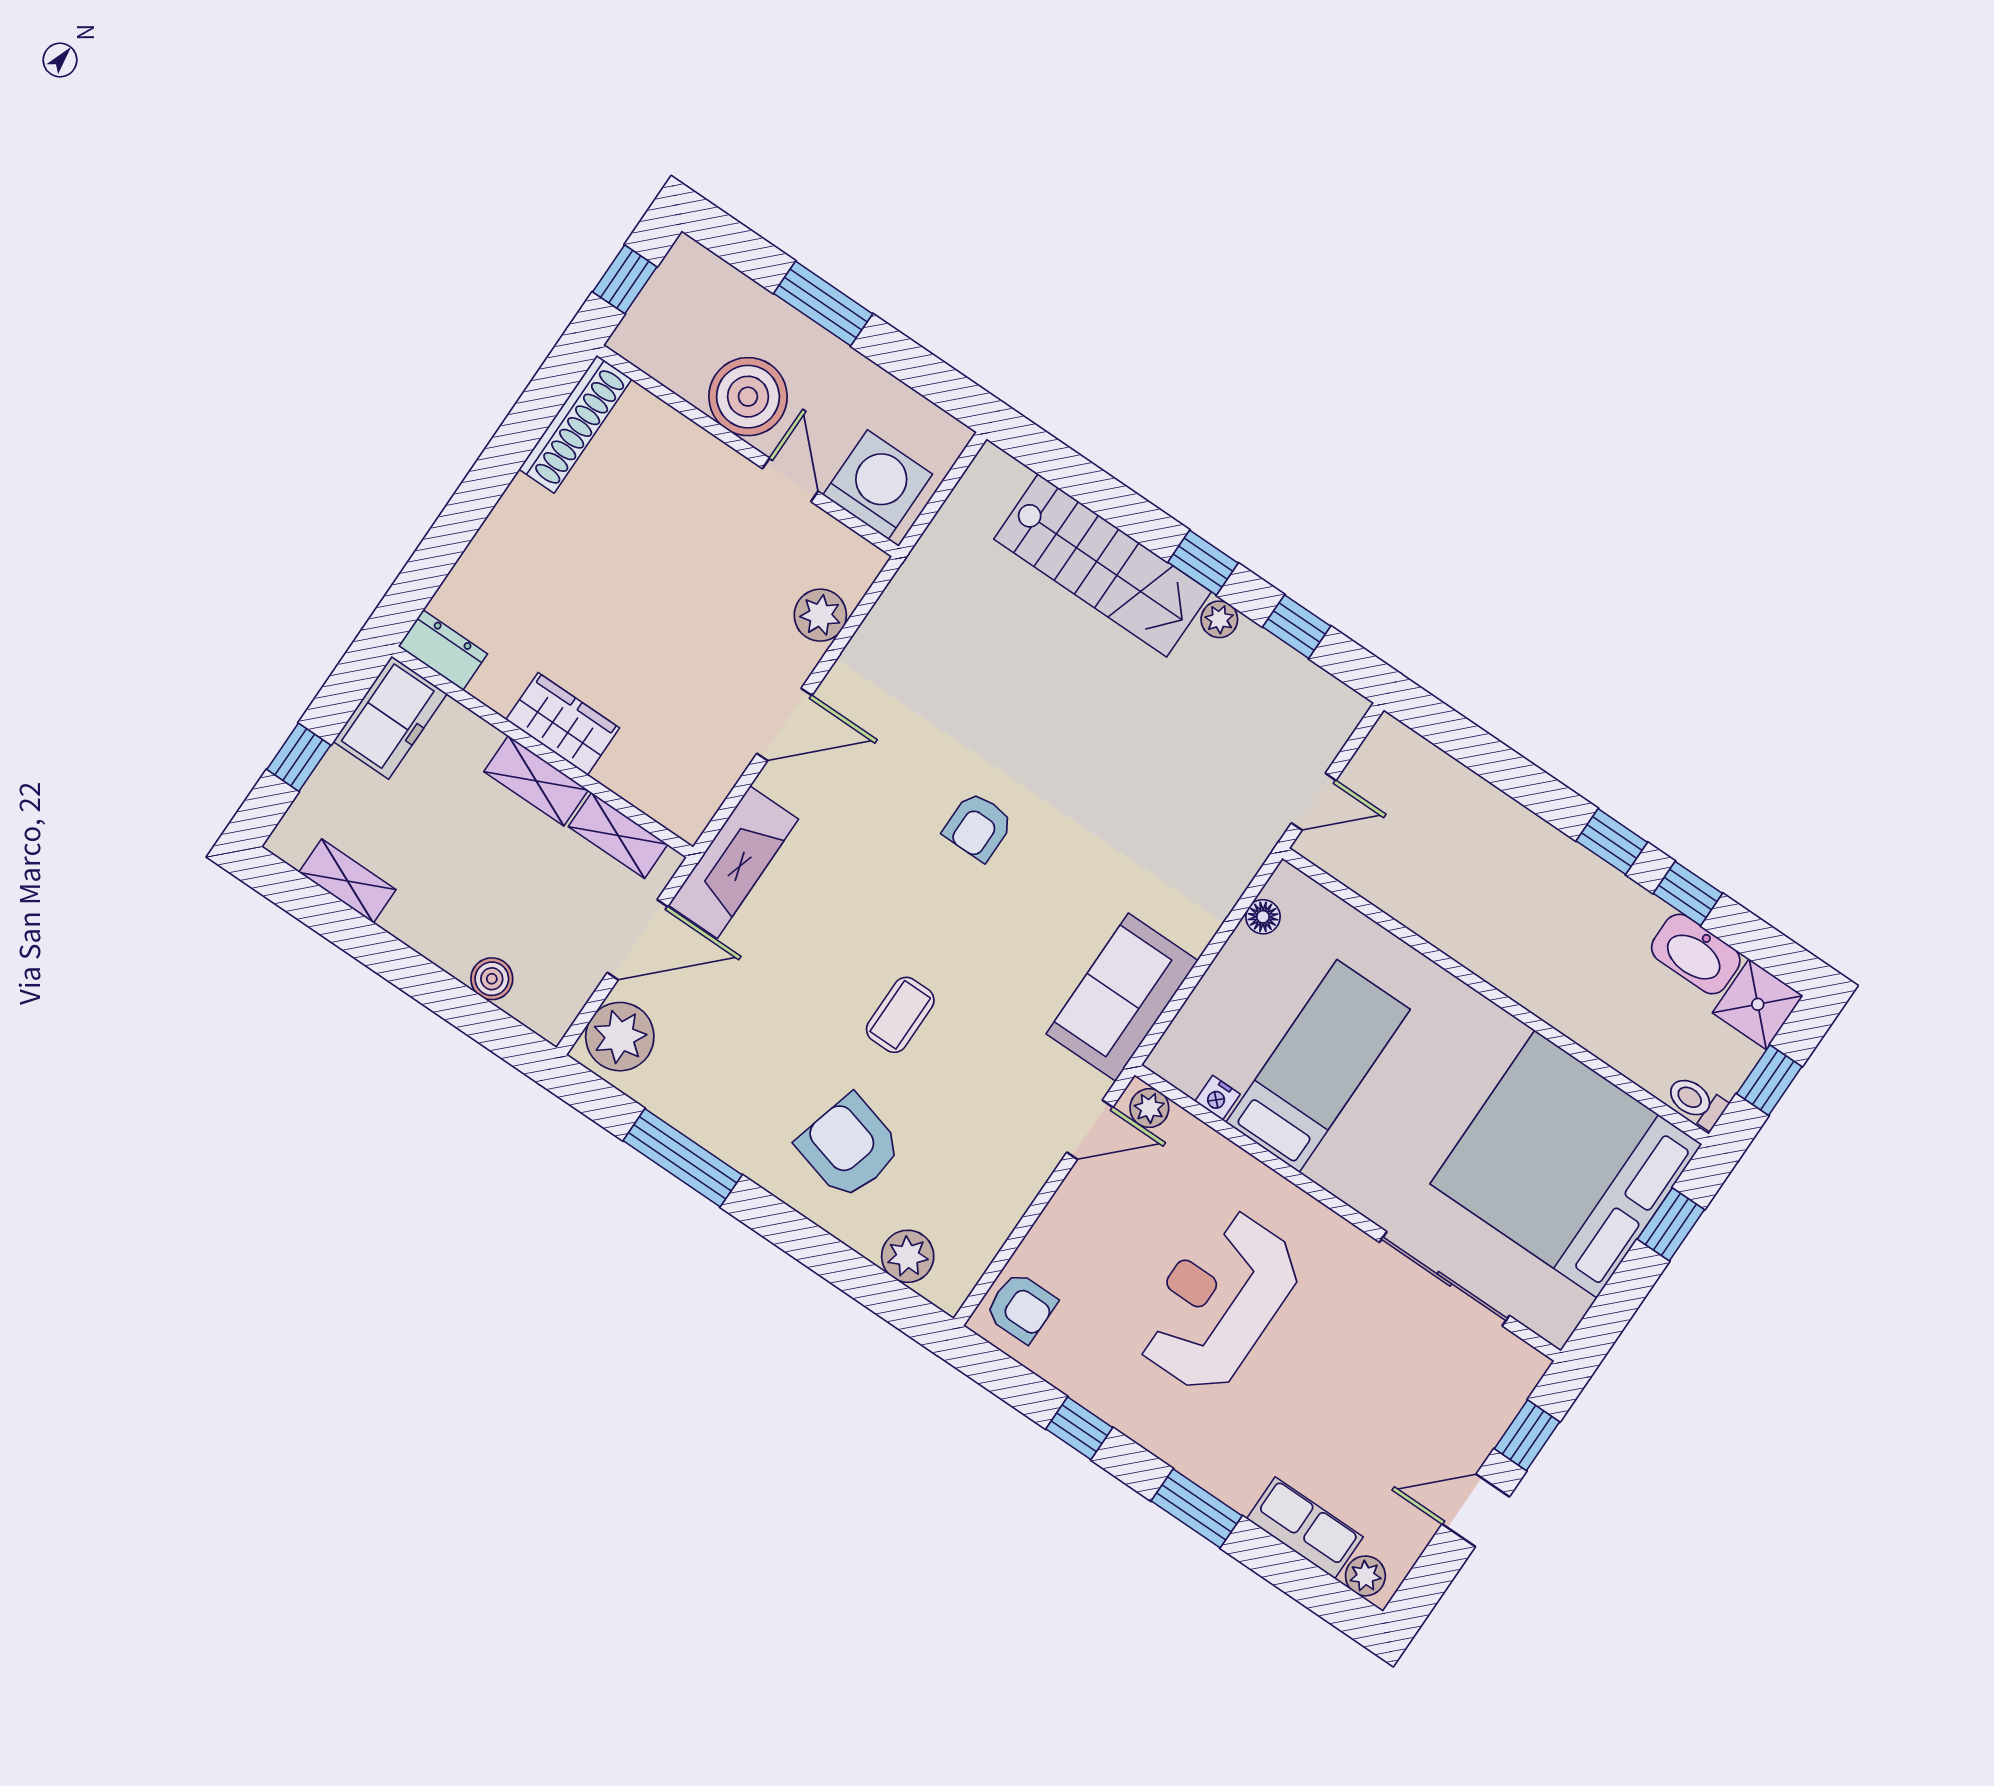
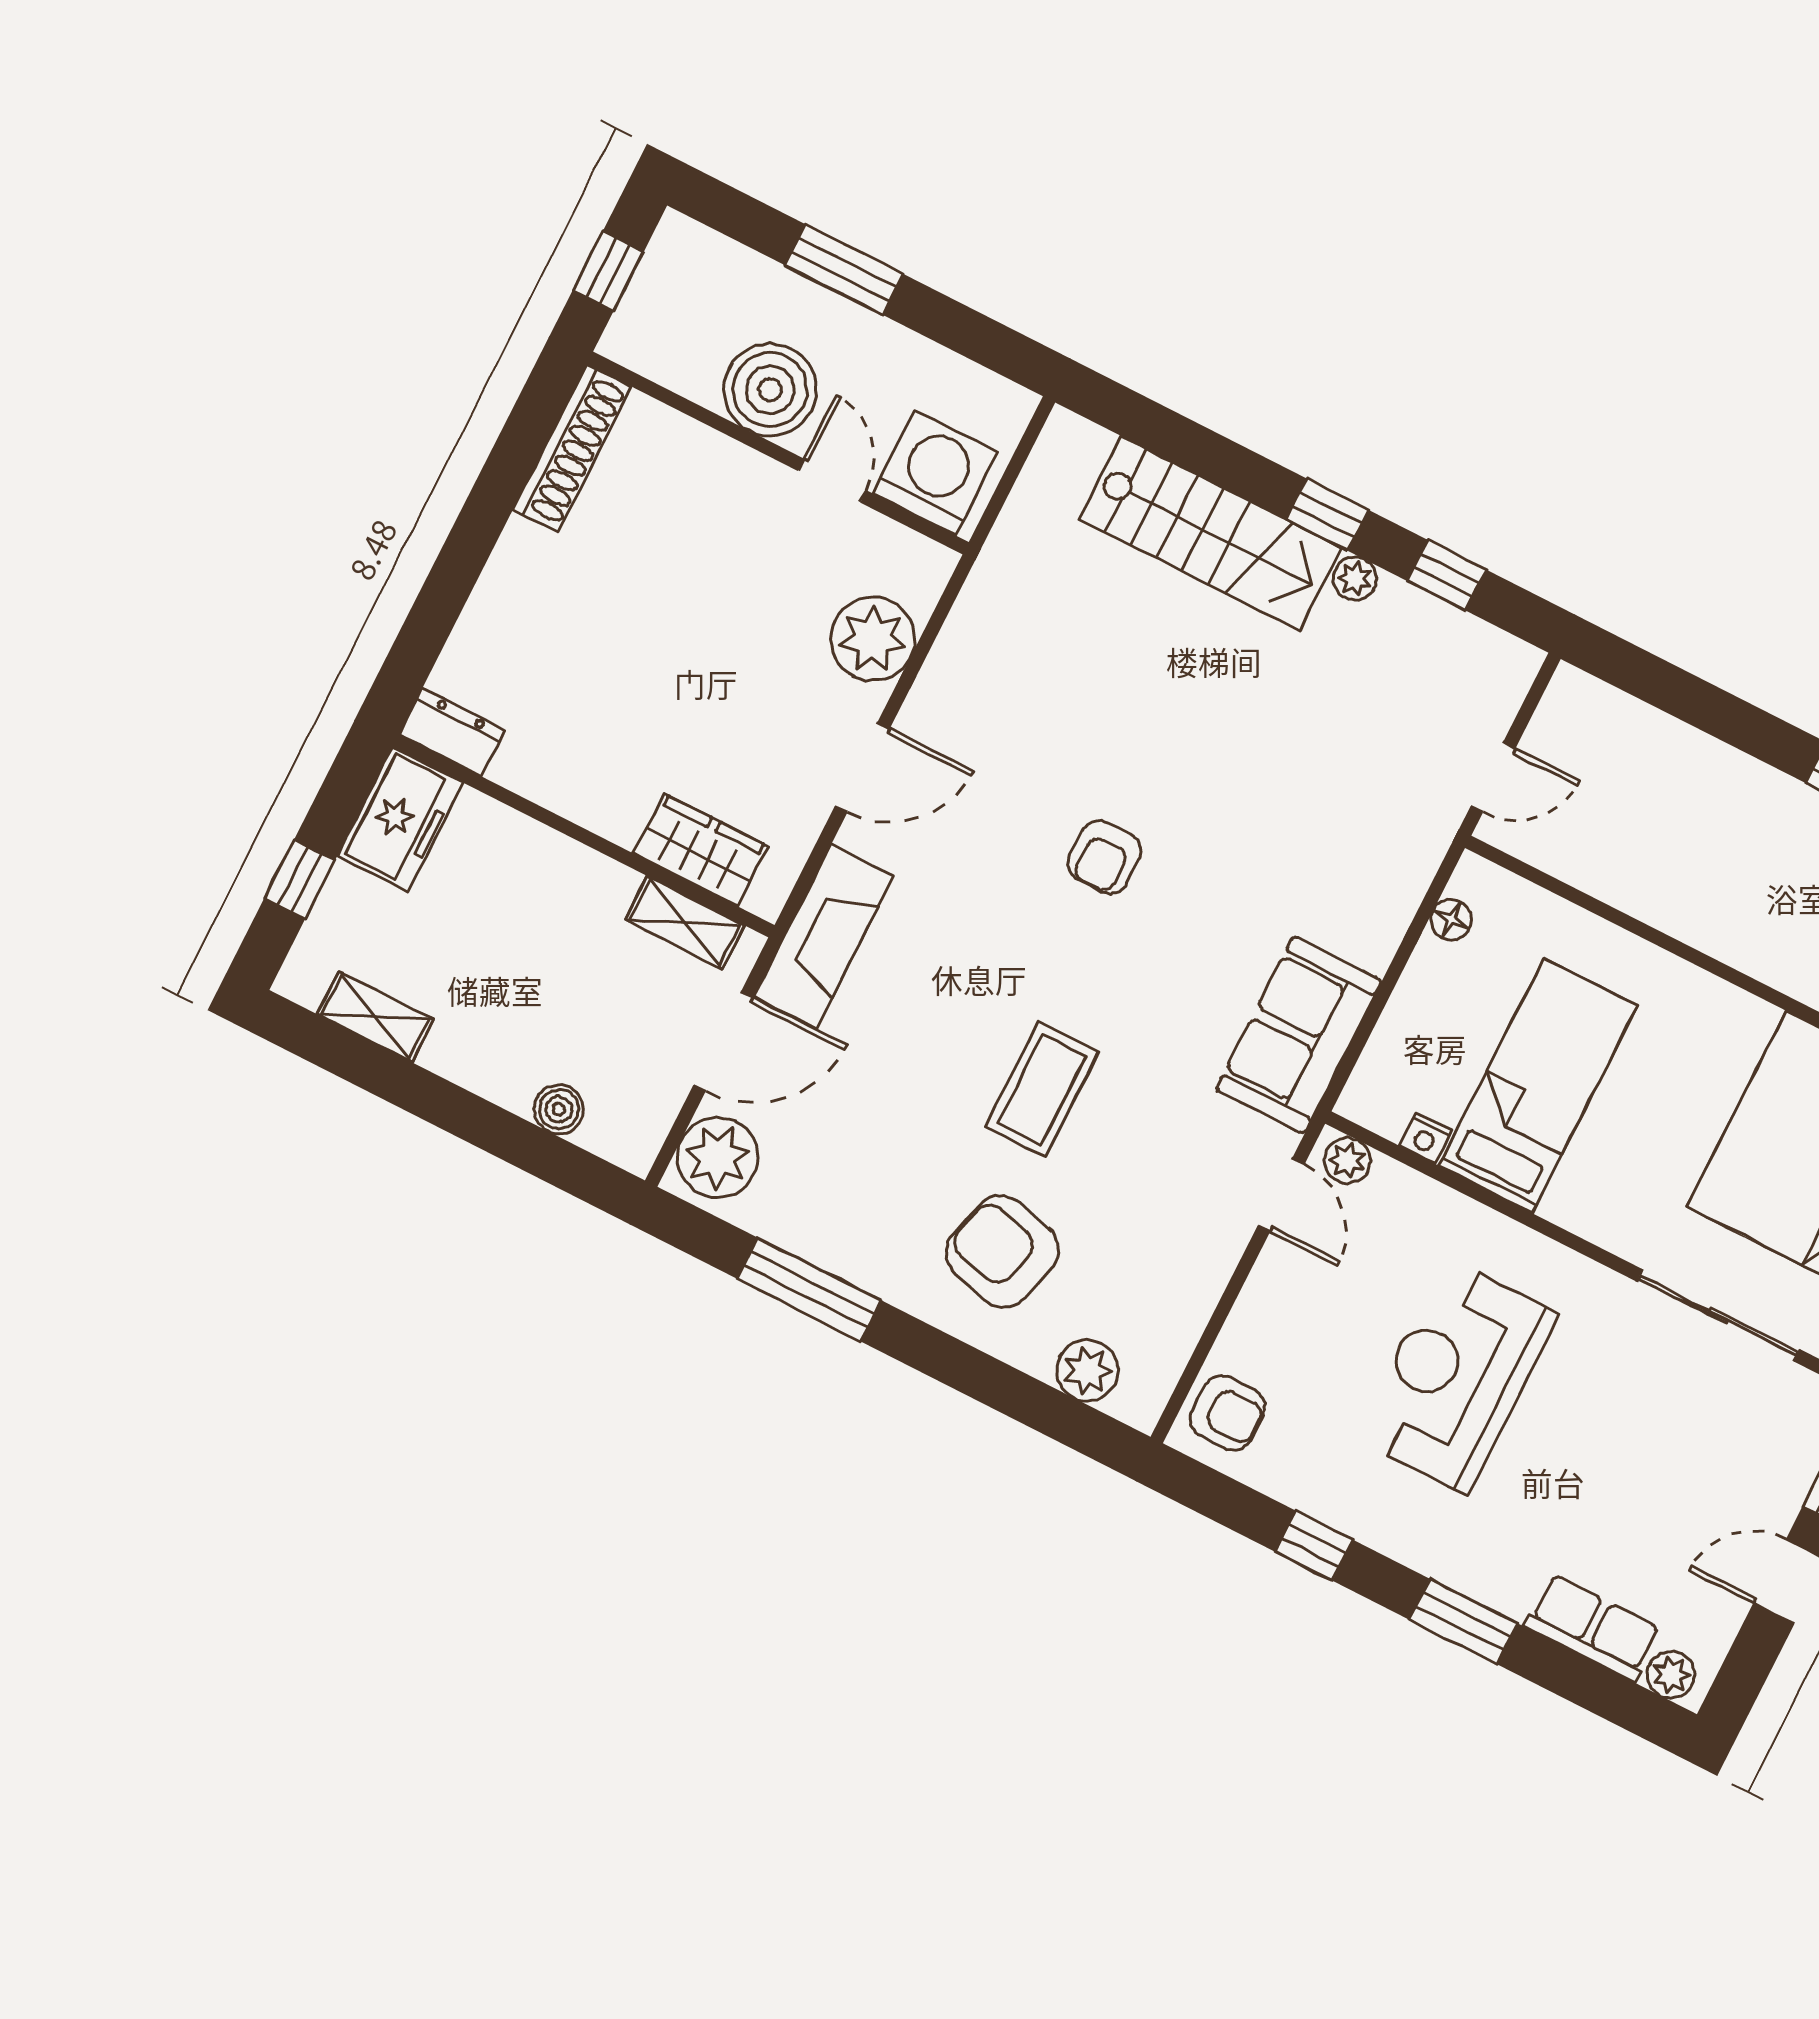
plant: (820, 615) -> (873, 639), width x1.36, depth x1.36
wardrobe: (563, 724) -> (701, 850), moved
shelving: (536, 781) -> (581, 871), removed
coffee table: (900, 1015) -> (1042, 1089), width x1.36, depth x1.30
door: (1090, 1130) -> (1281, 1195), hinge flipped

